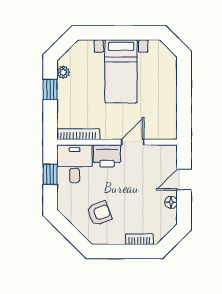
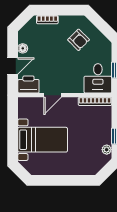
bed with nightstands: (121, 71) -> (43, 140), moved, turned 90
printer: (107, 156) -> (28, 85), moved
armchair: (99, 213) -> (79, 40), turned -114

